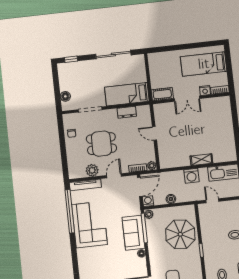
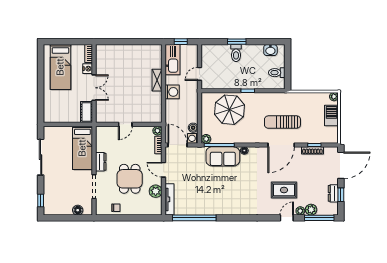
dresser: (127, 112) -> (101, 162), moved
boiler: (171, 199) -> (193, 128), moved
corner sofa: (89, 225) -> (210, 200), removed

